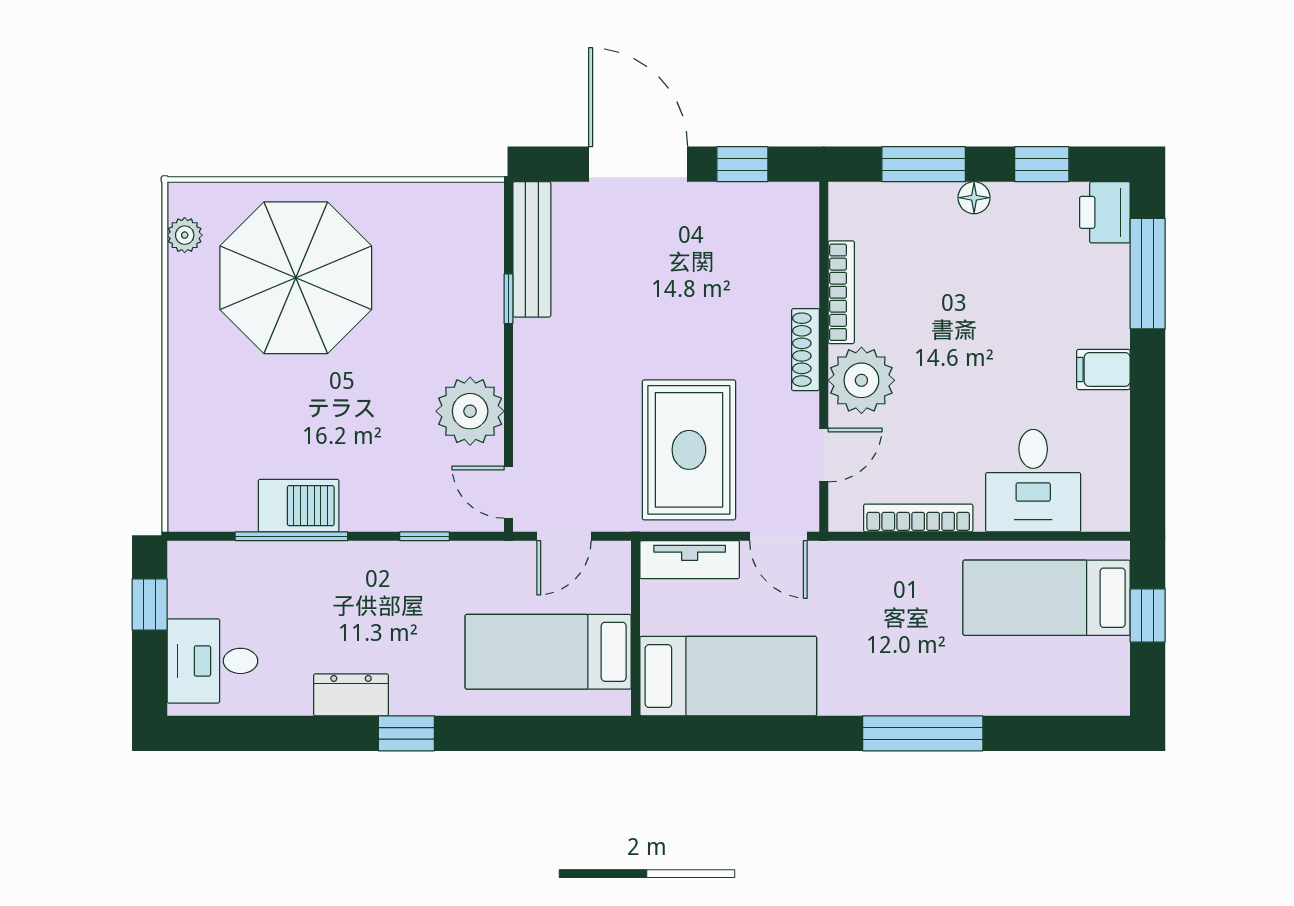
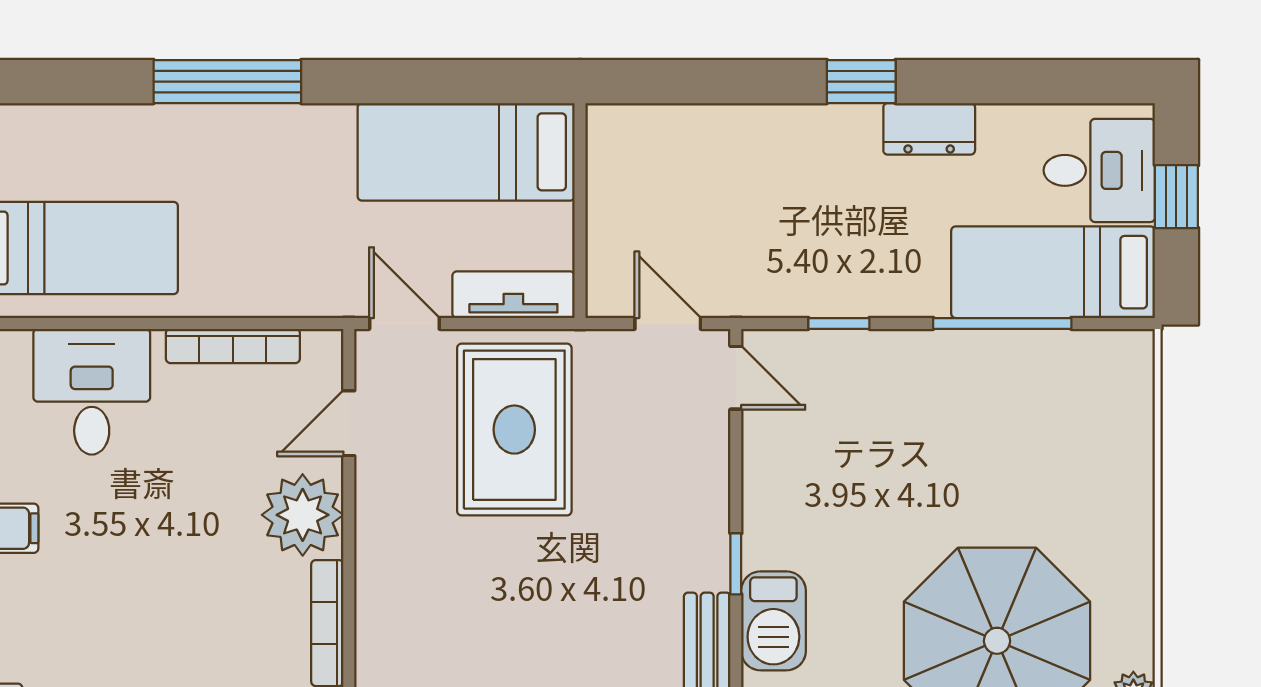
window: (509, 299) -> (736, 564), moved
shoe rack: (805, 350) -> (371, 553), removed
plant: (470, 411) -> (783, 477), removed
barbecue: (299, 506) -> (773, 621), moved, turned -90
door: (564, 536) -> (668, 323), hinge flipped
window: (150, 604) -> (1176, 197), moved
bed: (548, 652) -> (1053, 272), moved, turned 180

